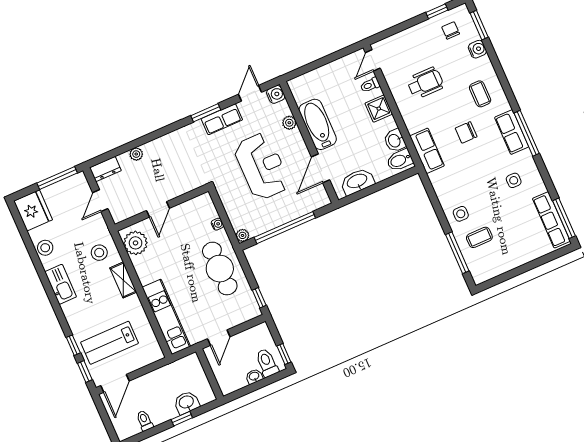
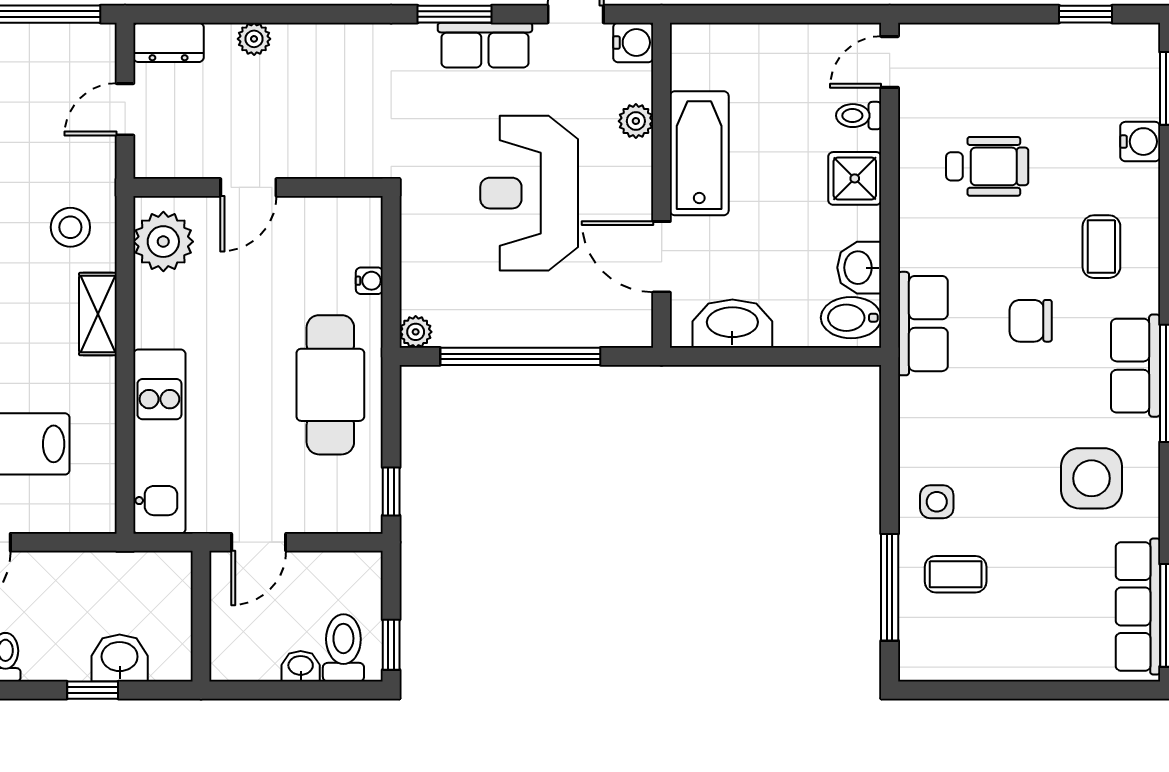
chair: (451, 30) -> (1098, 72), removed
reception desk: (262, 166) -> (529, 193), turned 180
door: (321, 168) -> (662, 257), hinge flipped
side table: (514, 180) -> (1092, 478), width x1.87, depth x1.87

